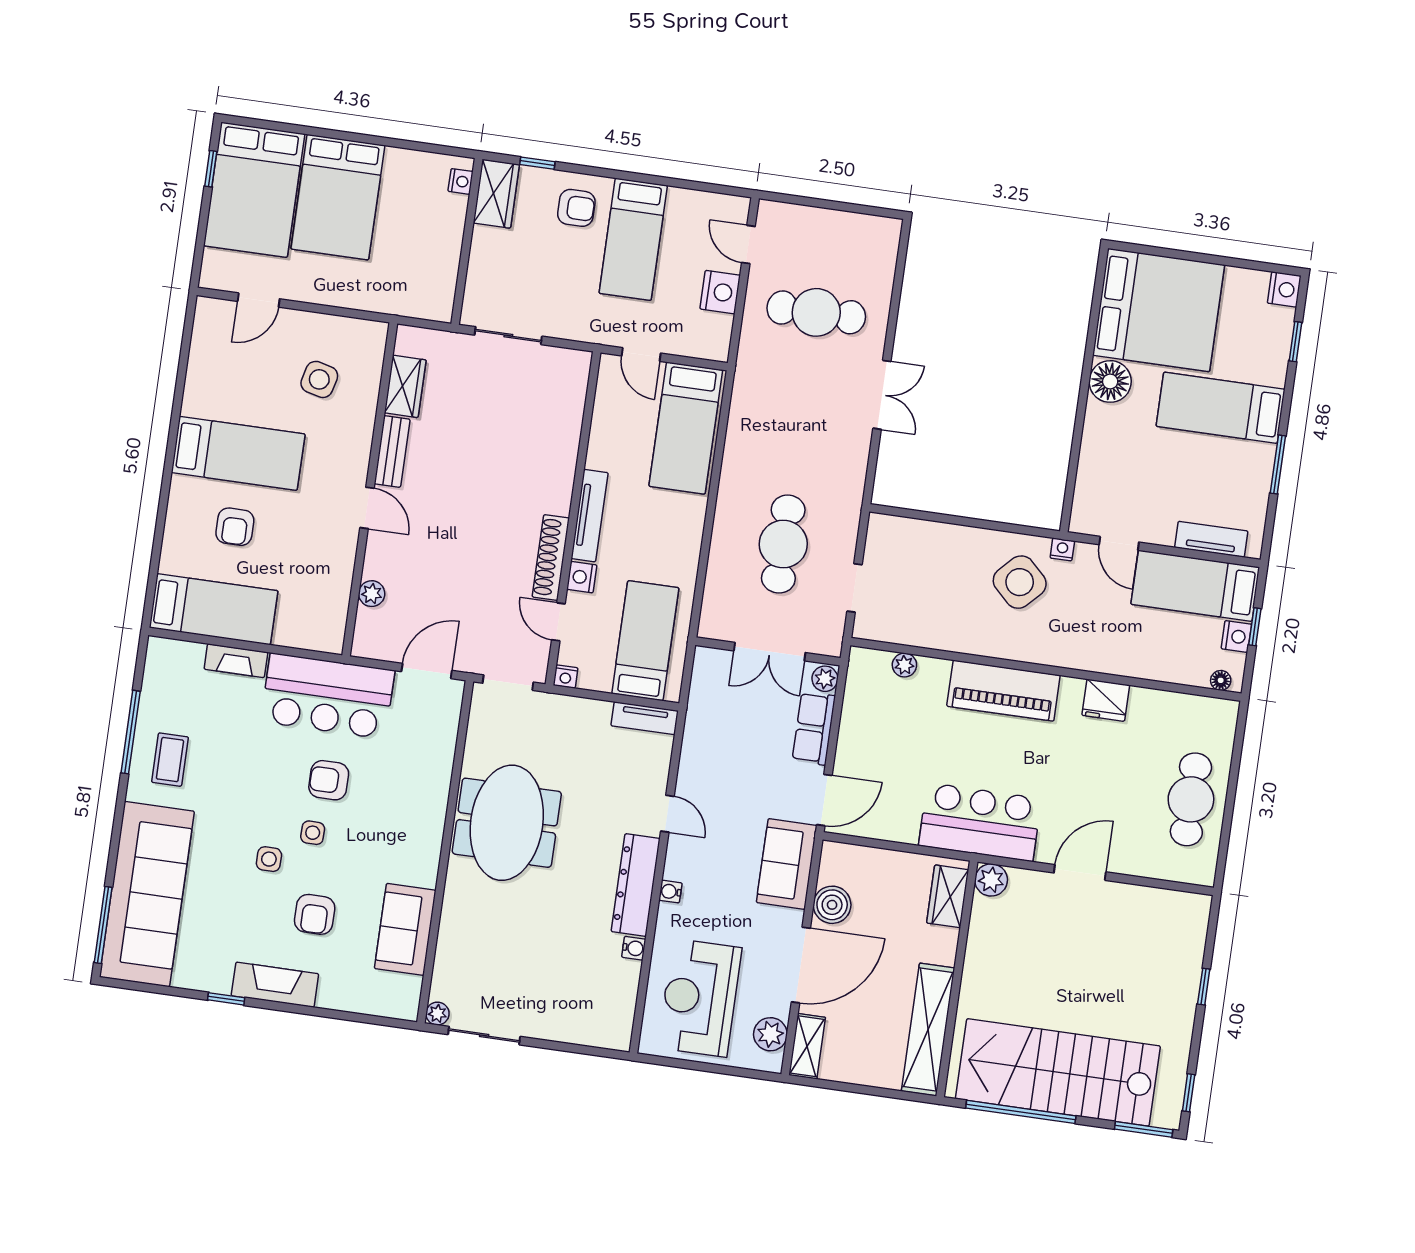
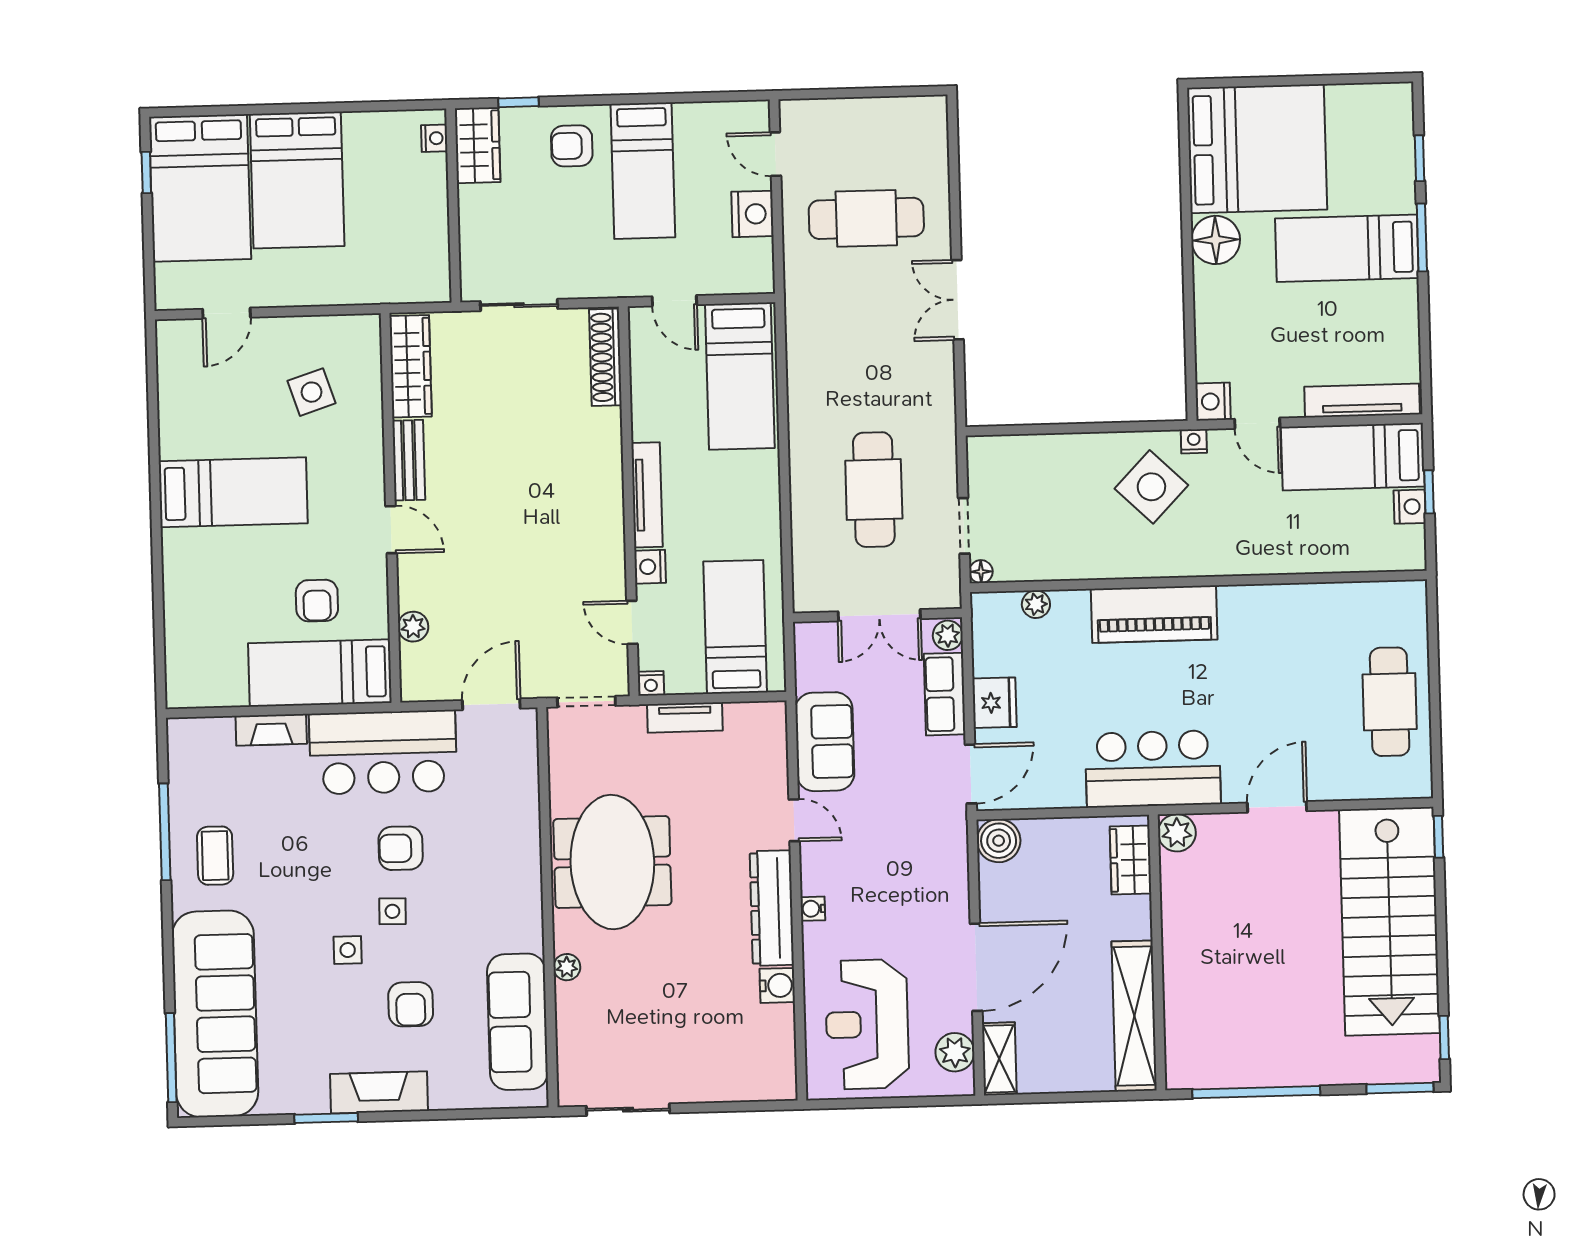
armchair: (576, 208) -> (572, 146), turned 180
nightstand: (1284, 289) -> (1213, 401), moved, turned 180
side table: (319, 379) -> (311, 392), turned -32
wardrobe: (405, 386) -> (411, 366), width x1.50
double door: (882, 395) -> (957, 300), swing flipped
window: (1278, 465) -> (1422, 238), moved
armchair: (235, 527) -> (317, 601), moved
tv unit: (1211, 539) -> (1362, 400), width x1.41
shoe rack: (551, 558) -> (605, 357), moved
bed: (214, 609) -> (320, 673), moved, turned 180
floor lamp: (1221, 680) -> (981, 572), moved
fridge: (1106, 700) -> (994, 703), moved, turned -90
tv unit: (645, 718) -> (685, 717), moved
sofa: (787, 864) -> (825, 742), moved, turned 180
boiler: (832, 905) -> (999, 841), moved
sofa: (405, 929) -> (518, 1022), width x1.36
water cooler: (634, 948) -> (777, 985), width x1.38, depth x1.38
window: (1204, 987) -> (1439, 837), moved
window: (226, 999) -> (326, 1118), width x1.50
plant: (437, 1014) -> (567, 967), moved
stairs: (1058, 1072) -> (1389, 921), moved, turned -90

